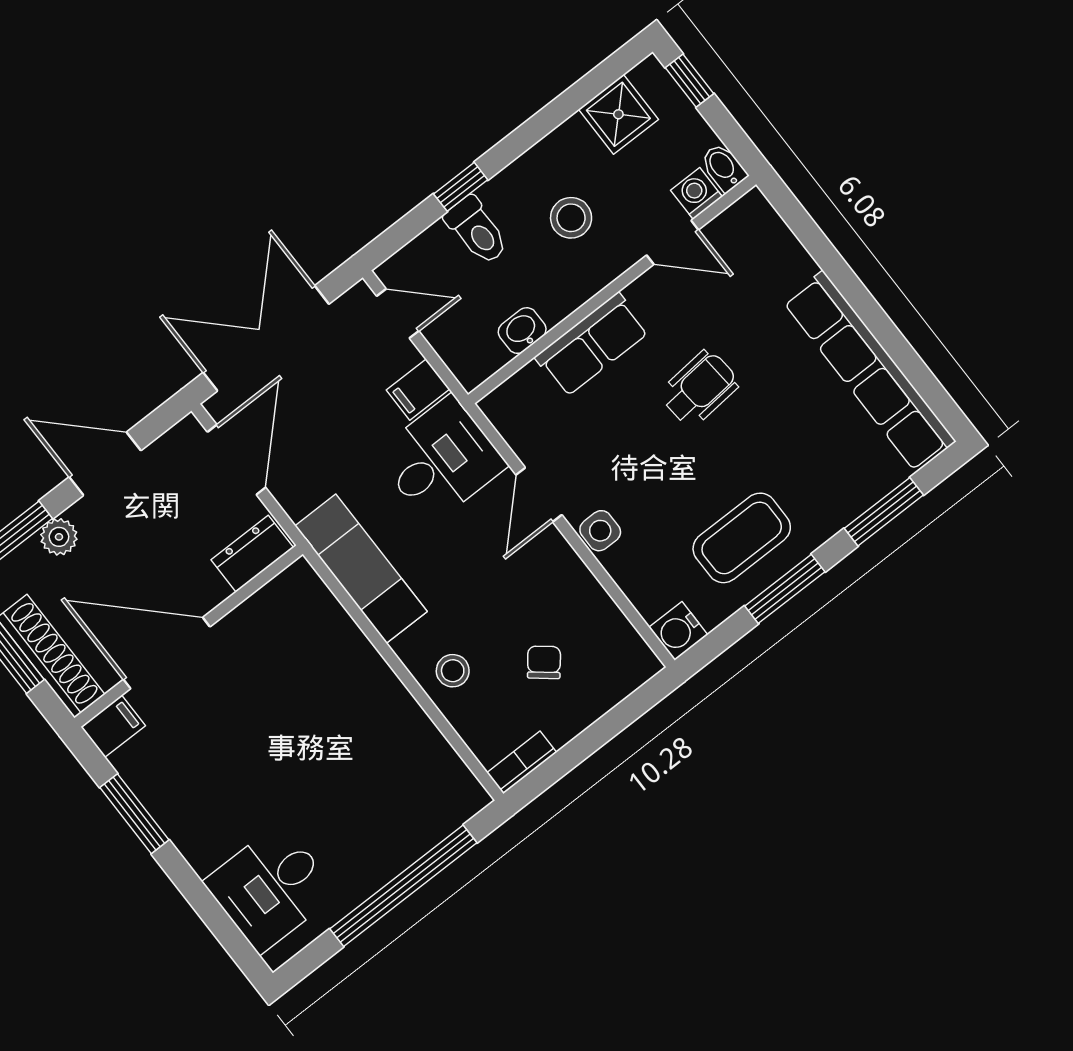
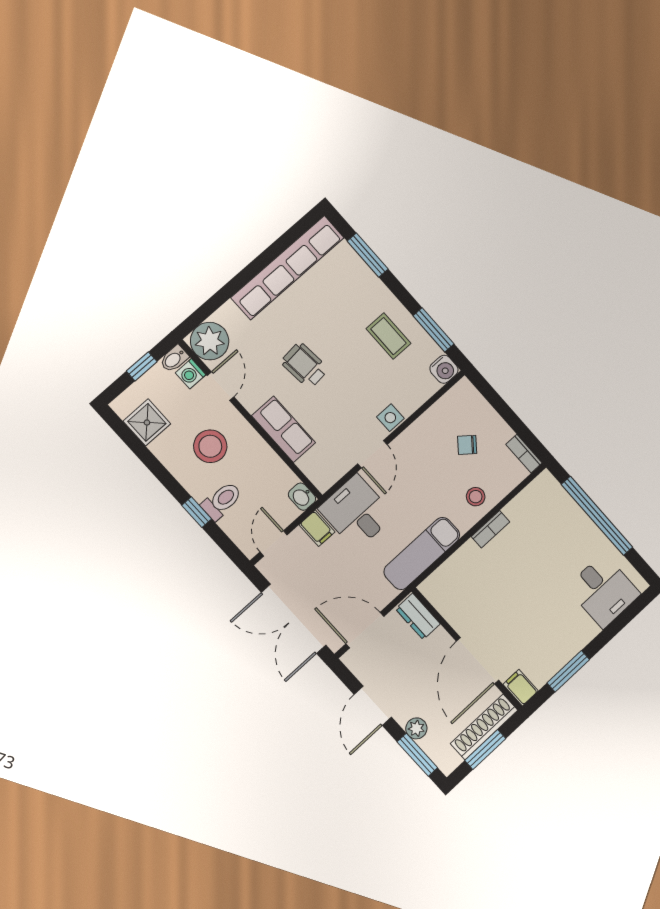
window: (690, 81) -> (142, 366), moved
stool: (571, 218) -> (210, 446), width x1.38, depth x1.38
plant: (750, 229) -> (210, 341), added
washbasin: (522, 331) -> (302, 497), moved
door: (539, 495) -> (372, 454), hinge flipped
coffee table: (742, 538) -> (389, 336), width x0.73, depth x0.77
window: (785, 589) -> (433, 330), moved
bookcase: (394, 693) -> (490, 529), added

